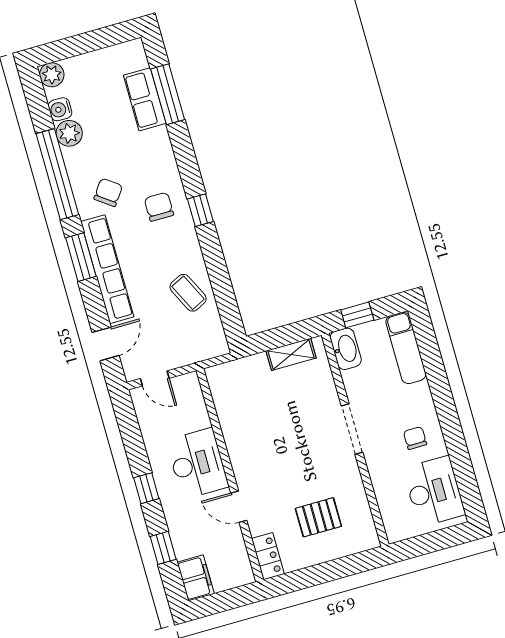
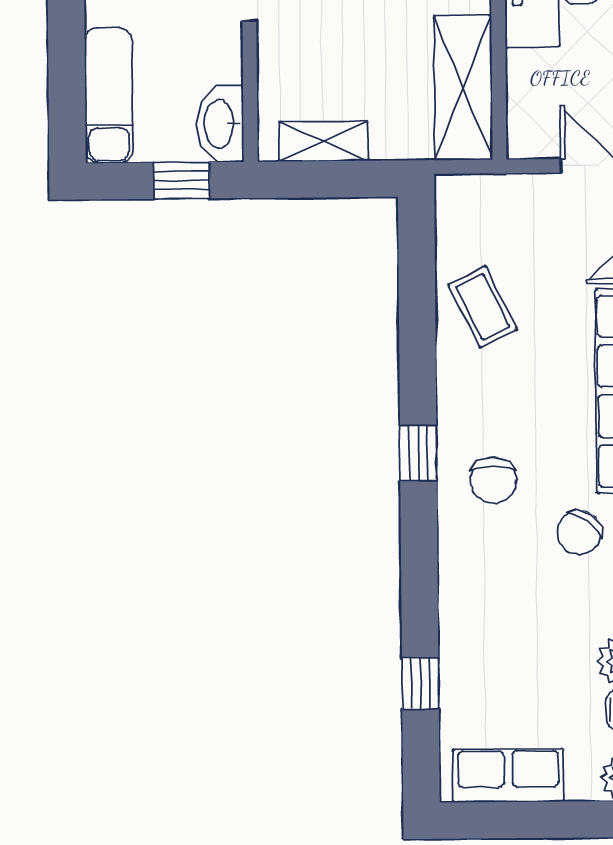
window: (168, 94) -> (420, 683), width x0.46
row of seats: (145, 99) -> (508, 775), moved, turned -90
shelving: (228, 401) -> (463, 88), added

